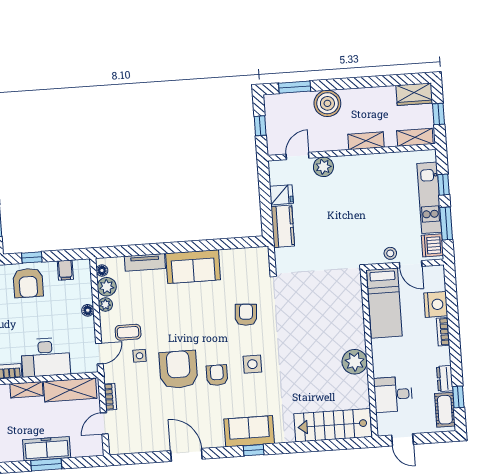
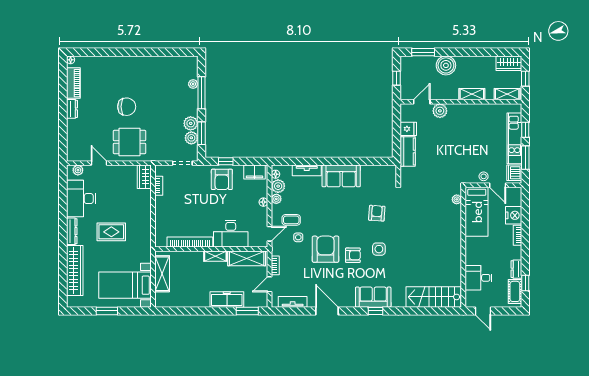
filing cabinet: (65, 270) -> (254, 172), width x2.00
plant: (355, 362) -> (457, 199), moved, width x0.53, depth x0.53
armchair: (217, 375) -> (353, 255), turned 90
tv unit: (138, 446) -> (293, 302), added
window: (46, 465) -> (247, 311), moved

